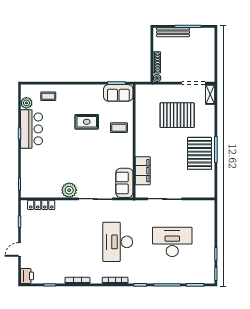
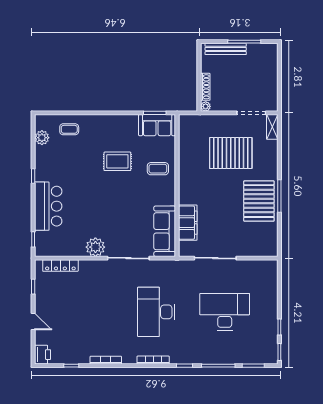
bar counter: (32, 129) -> (48, 206), moved
sofa: (124, 183) -> (165, 231), width x1.36
door: (19, 250) -> (33, 321), swing flipped

